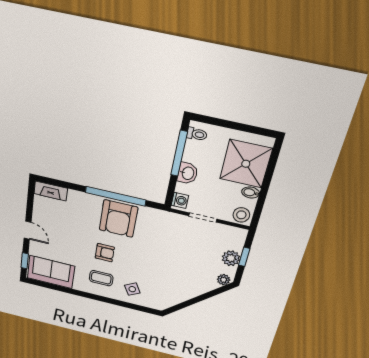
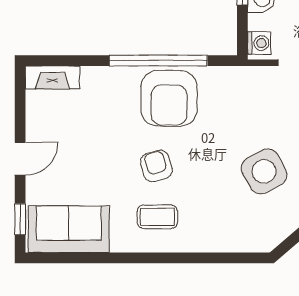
door: (28, 230) -> (20, 159), hinge flipped
armchair: (105, 253) -> (156, 166), turned -106
side table: (132, 289) -> (264, 171), moved, width x1.87, depth x1.87

